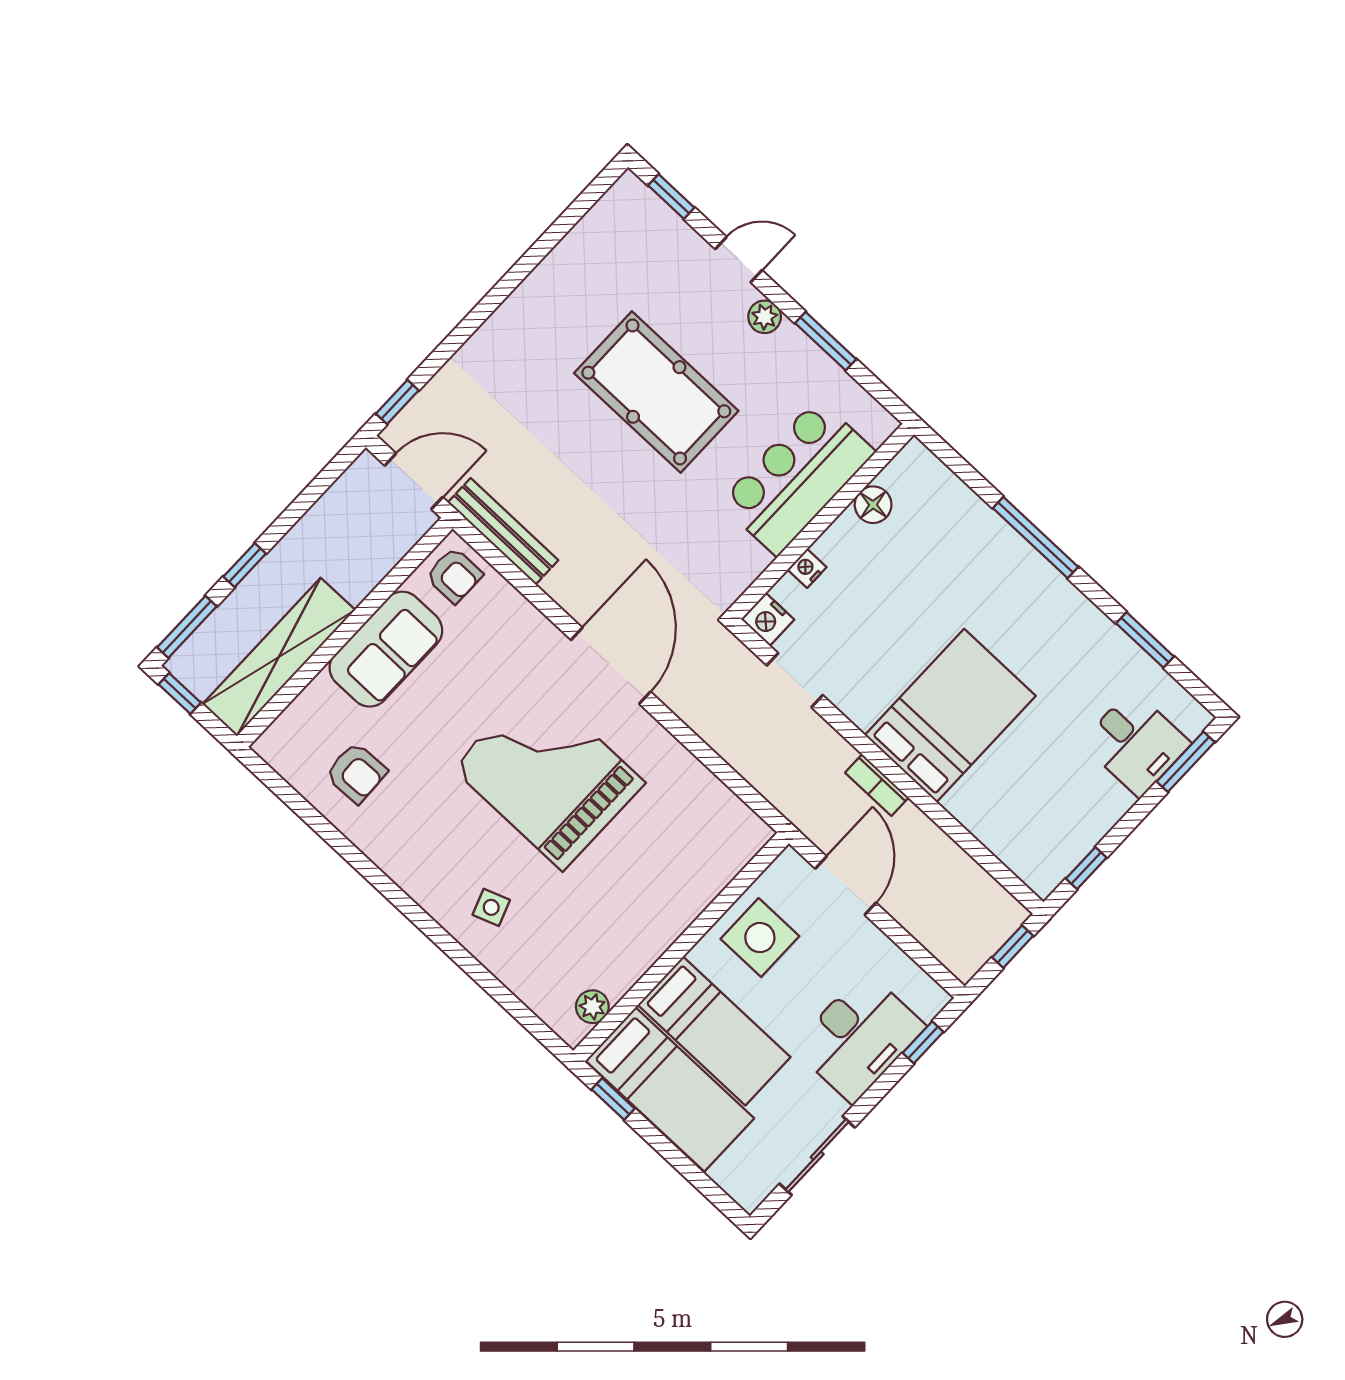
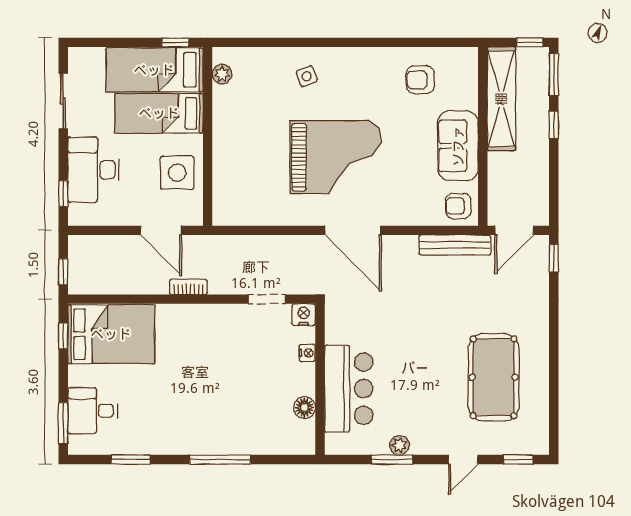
plant: (765, 317) -> (399, 445), moved
pool table: (656, 392) -> (494, 377), moved, turned 90
bed: (950, 715) -> (111, 334), moved, turned -90

